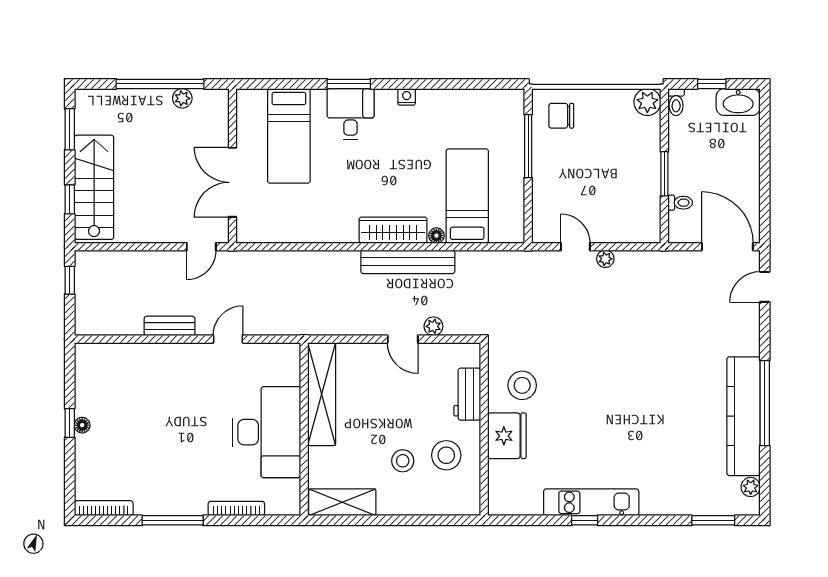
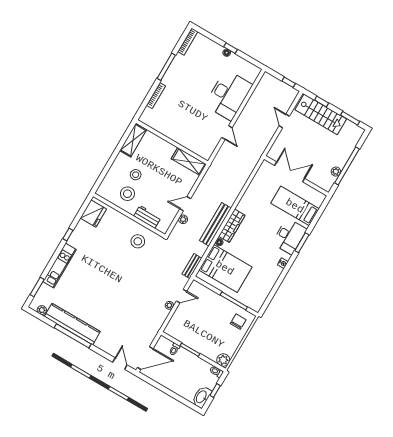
desk: (351, 114) -> (289, 236), width x1.37
bed: (467, 196) -> (225, 268), width x1.50
door: (201, 247) -> (284, 121), moved
bench: (170, 326) -> (192, 266), moved
shelving: (322, 394) -> (189, 162), width x0.68
desk: (267, 432) -> (228, 95), moved, turned -90
fridge: (507, 436) -> (93, 214), moved, turned -90
kitchen unit: (591, 502) -> (60, 266), moved

